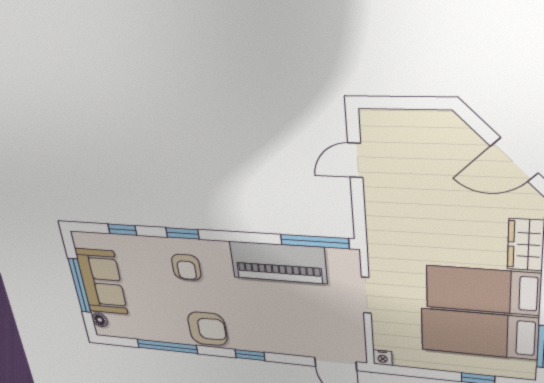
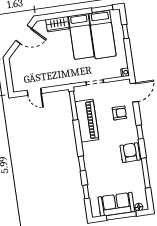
door: (514, 160) -> (24, 34), hinge flipped
armchair: (186, 267) -> (119, 113), moved

